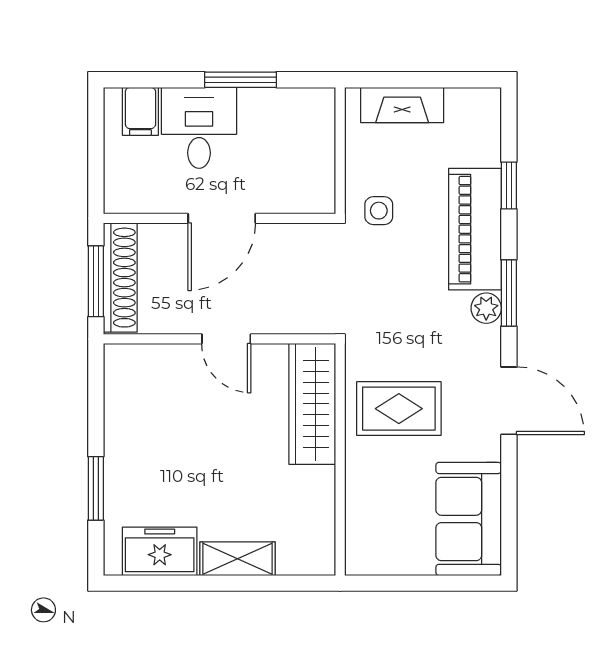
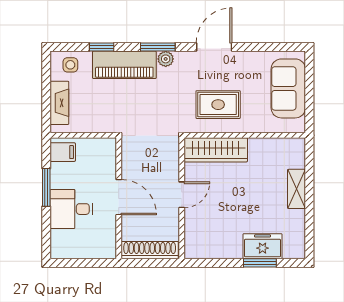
filing cabinet: (140, 111) -> (63, 152), moved
side table: (379, 211) -> (70, 65), moved
window: (96, 281) -> (152, 263), removed
rug: (399, 409) -> (218, 105), turned 90
sofa: (469, 519) -> (288, 88), moved, turned 90
freezer: (160, 551) -> (263, 246), moved, turned 90

